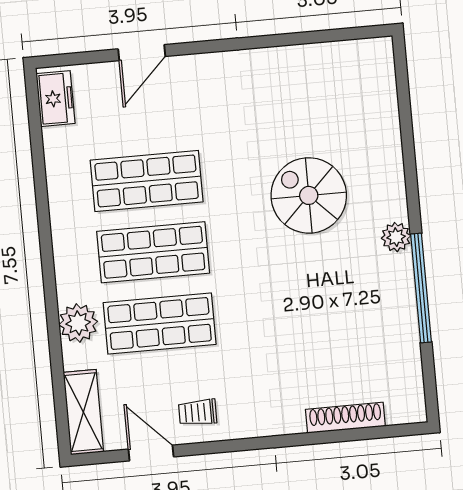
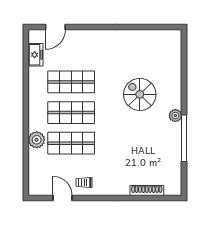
door: (142, 53) -> (55, 27), moved
freezer: (55, 99) -> (36, 55), moved
shelving: (83, 412) -> (35, 178), removed

